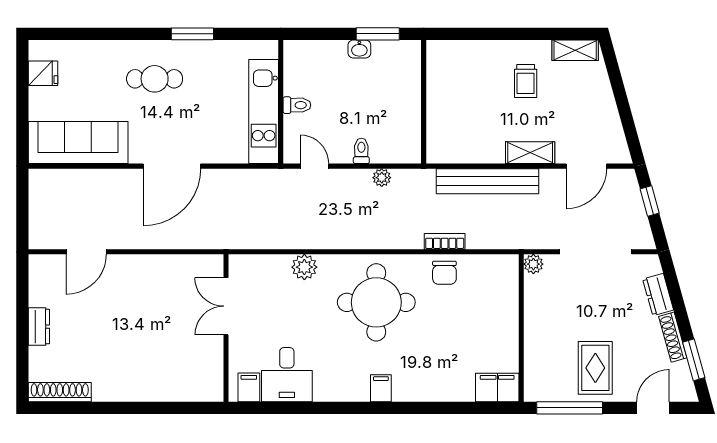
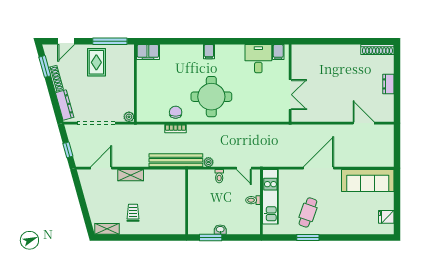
cafe table: (155, 79) -> (308, 212), moved, turned -71
bench: (487, 181) -> (176, 160), moved
door: (86, 252) -> (364, 123), hinge flipped
plant: (304, 267) -> (249, 115), removed
dresser: (658, 295) -> (65, 105), width x1.44

